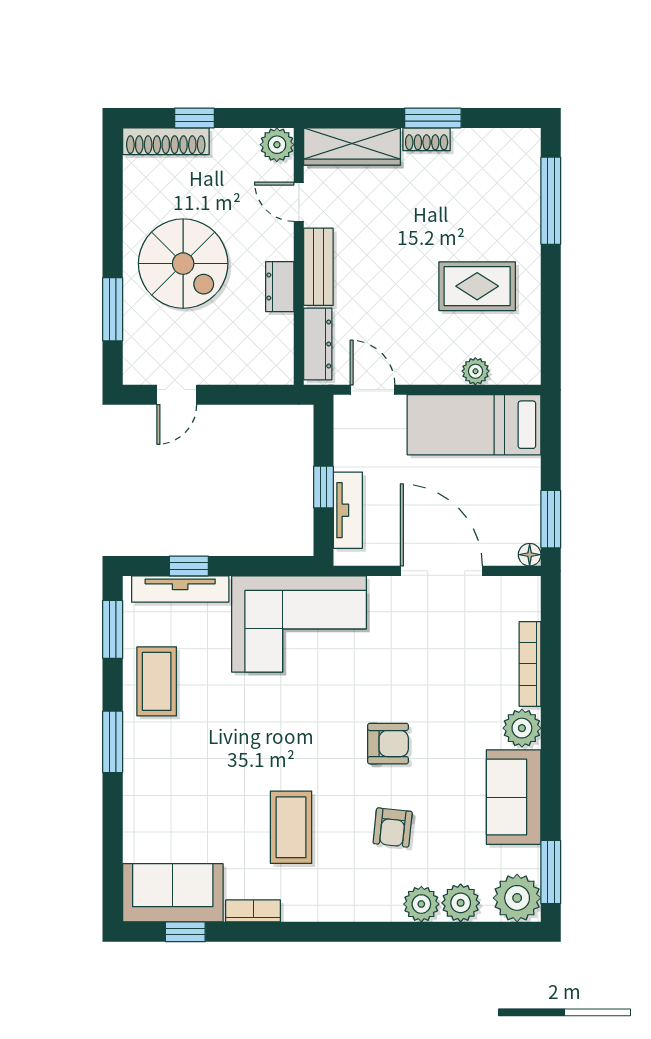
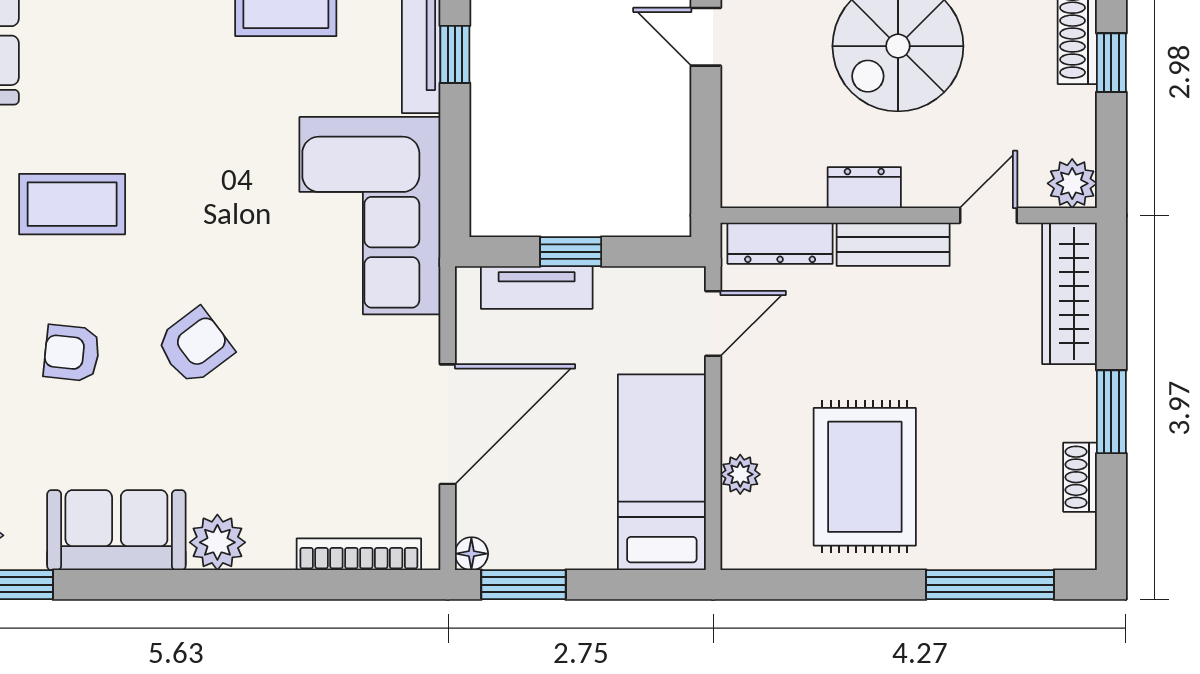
shoe rack: (427, 139) -> (1080, 477), moved
rug: (477, 286) -> (865, 477), width x1.36, depth x1.43
bookcase: (530, 664) -> (359, 554), moved
armchair: (388, 744) -> (195, 346), turned -127

